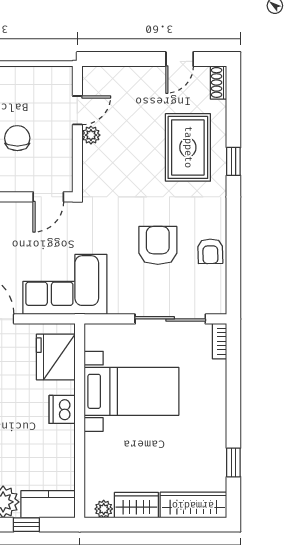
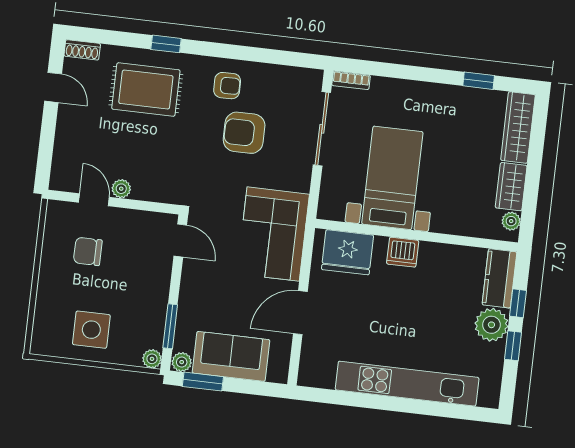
chair: (17, 138) -> (88, 251), moved
armchair: (210, 251) -> (227, 86), moved

